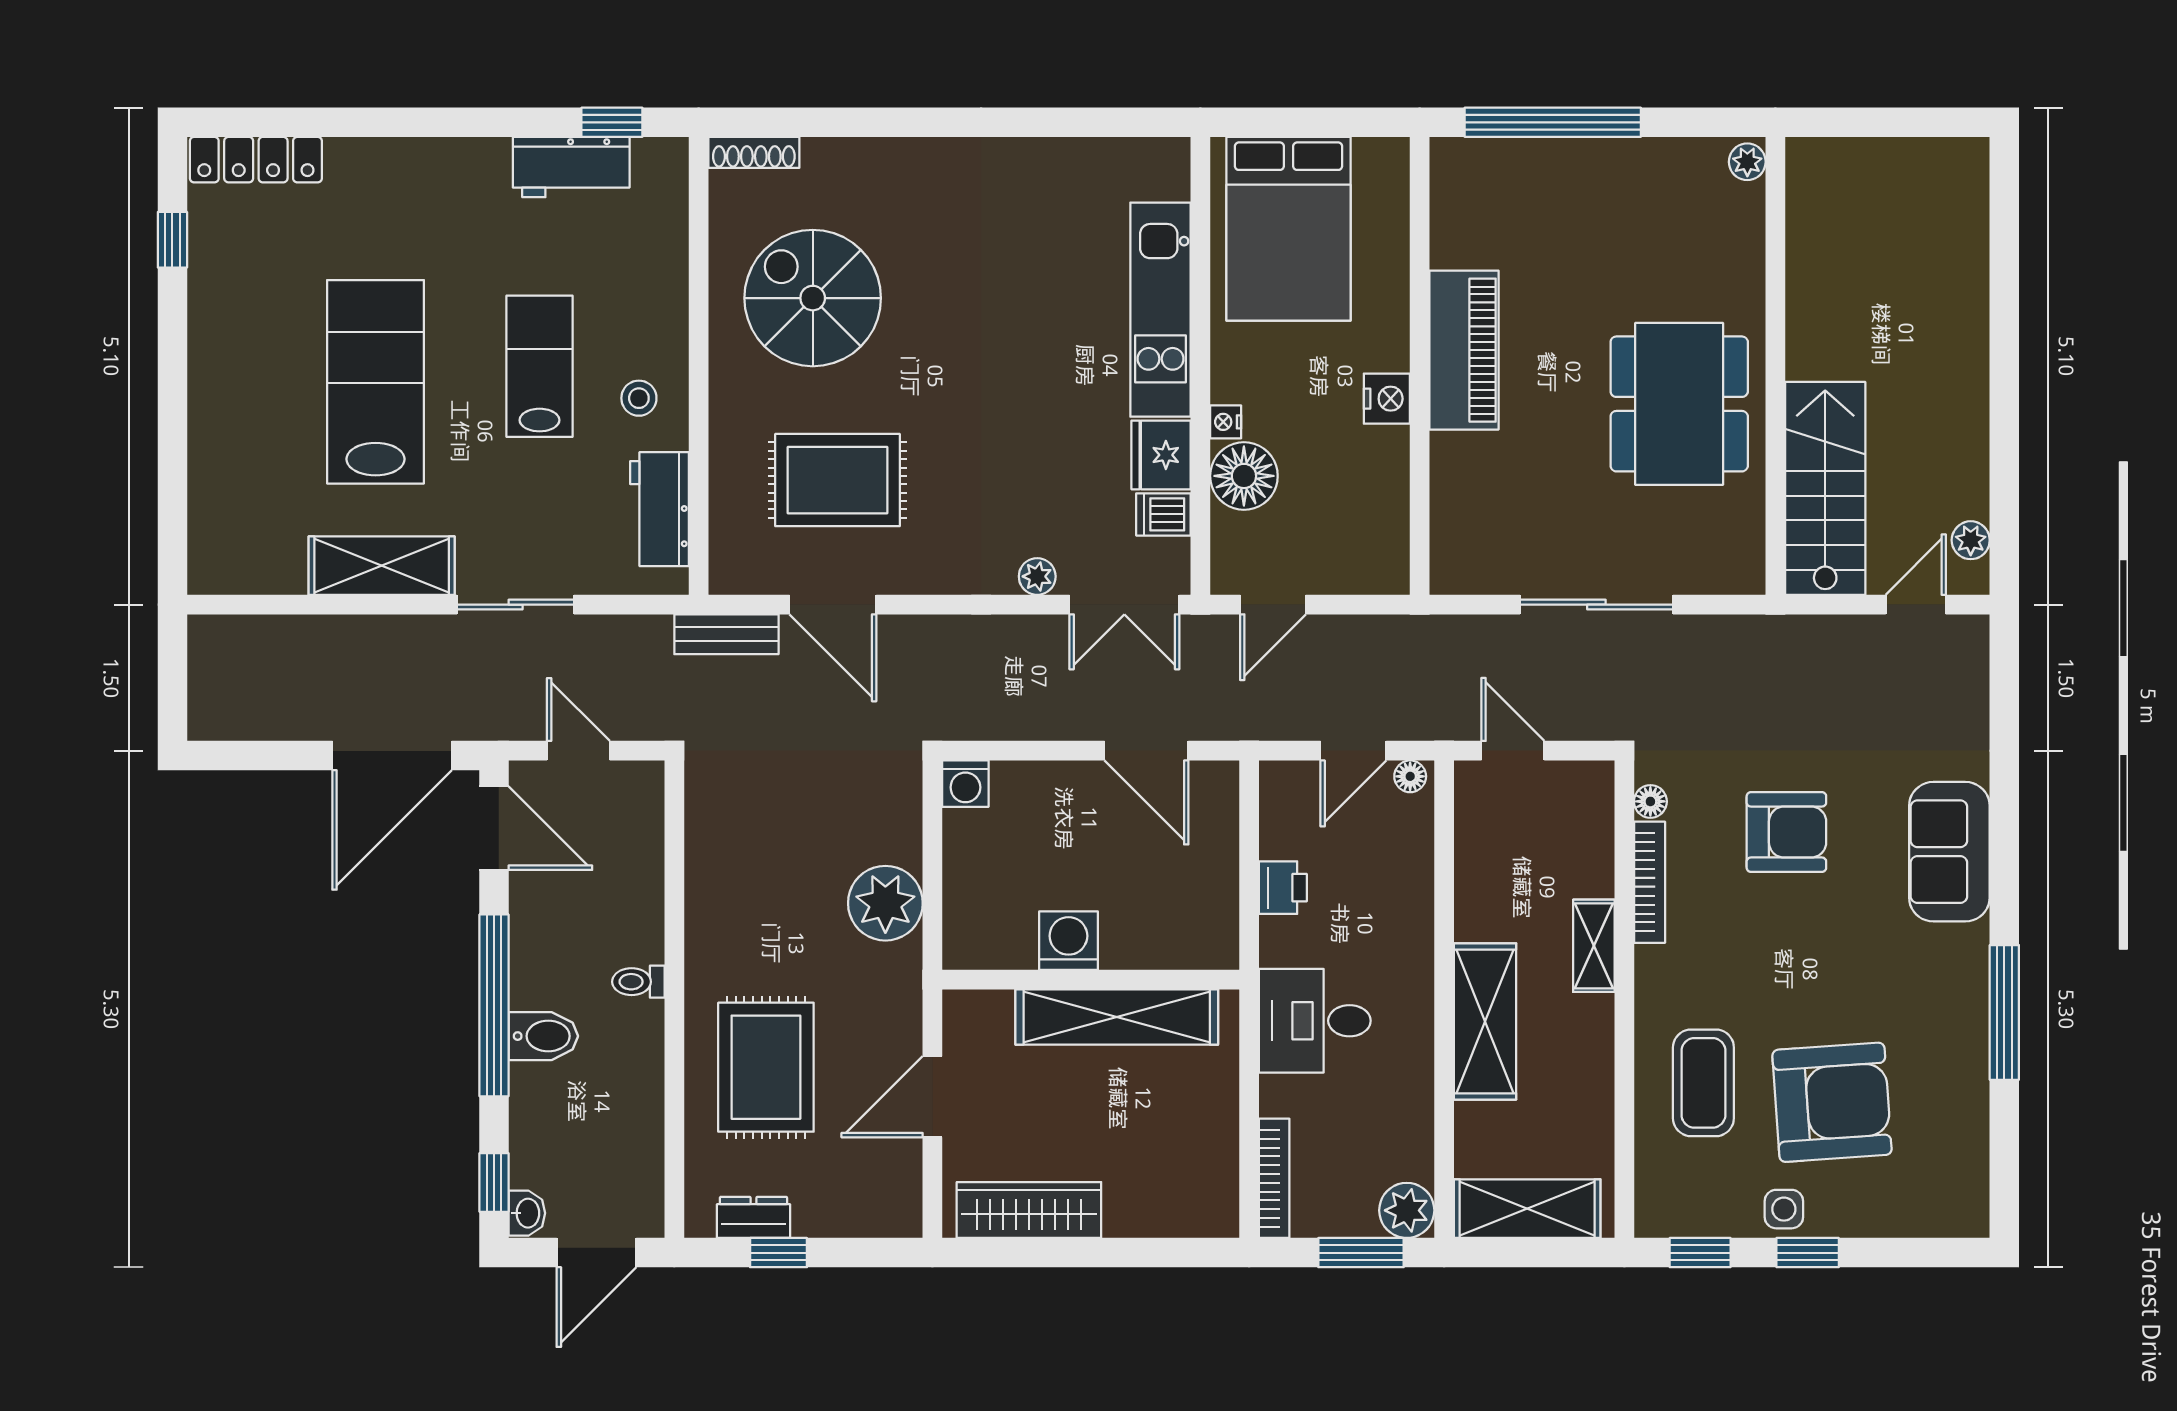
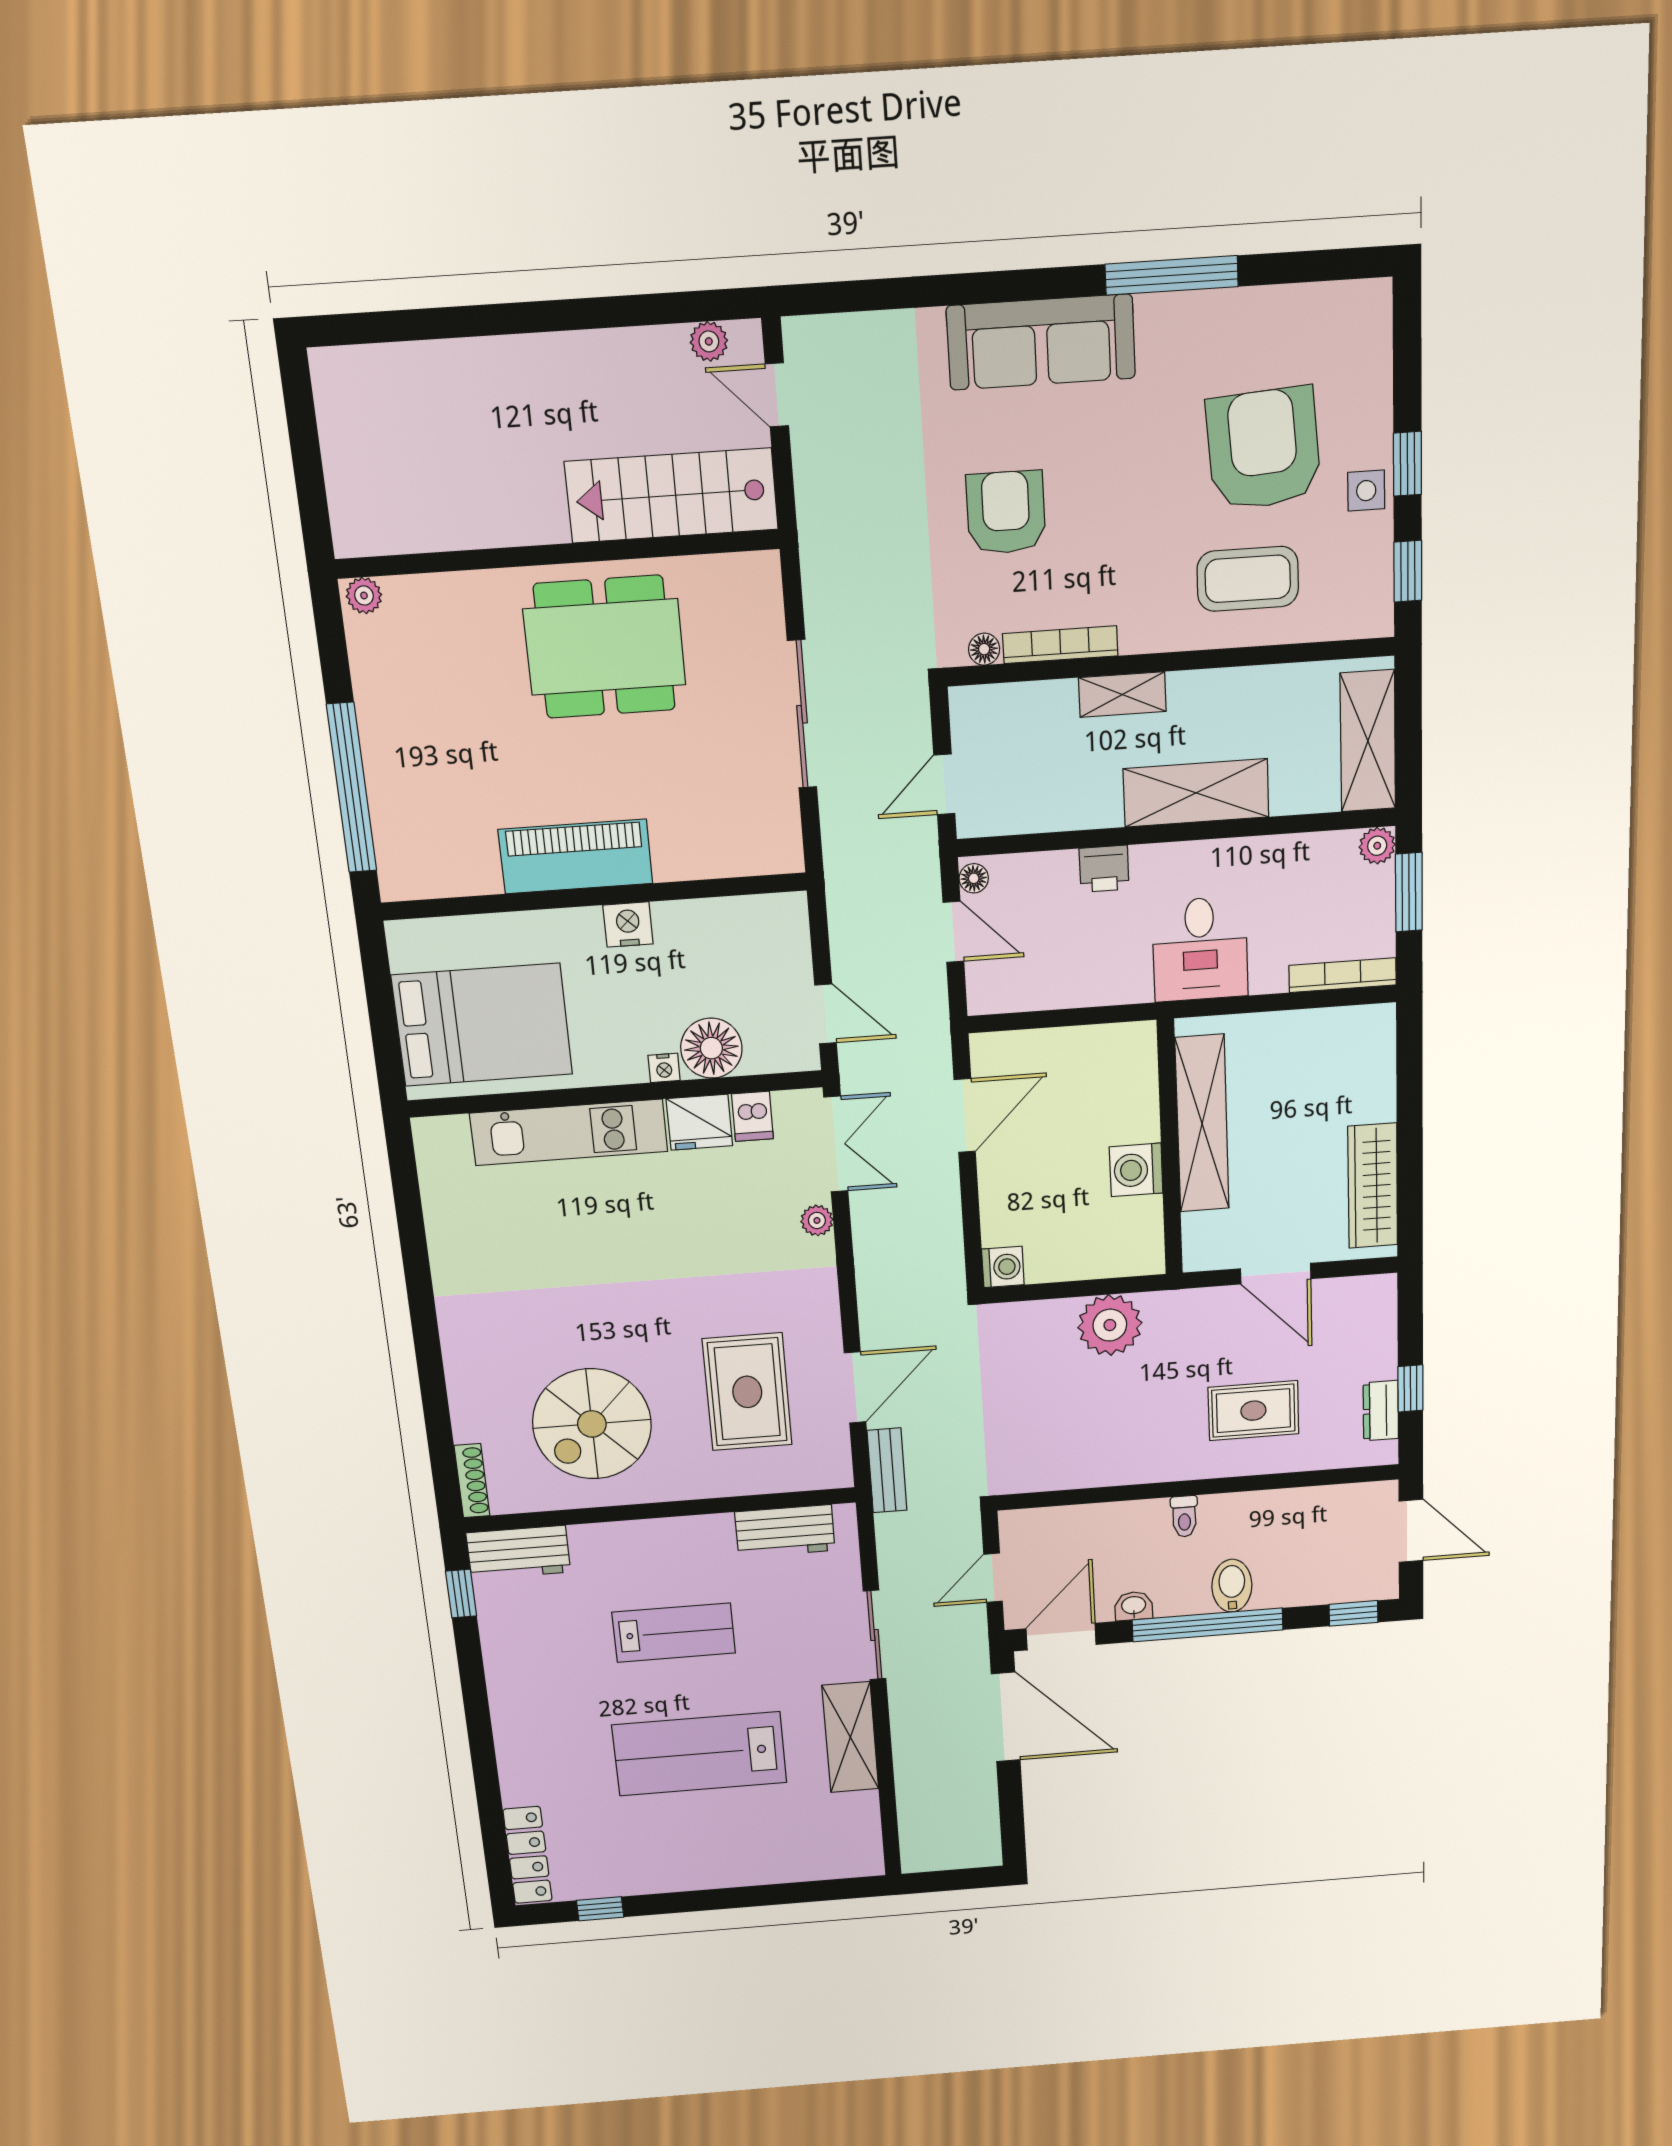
workbench: (571, 167) -> (518, 1553), moved, turned 90
lab bench: (540, 366) -> (674, 1633), turned 180
stool: (639, 398) -> (693, 1554), removed
sofa: (1949, 852) -> (1041, 342), width x1.36
printer: (1283, 888) -> (1104, 869), moved, turned 180
rug: (766, 1067) -> (1253, 1411), width x0.73, depth x0.70
plant: (1407, 1210) -> (1377, 846), width x0.73, depth x0.73
washbasin: (527, 1213) -> (1134, 1606), moved

